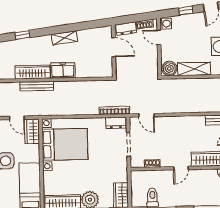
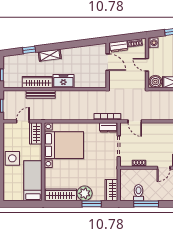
door: (159, 37) -> (147, 65), moved
shelving: (64, 38) -> (50, 55), moved
door: (17, 118) -> (23, 121), swing flipped

